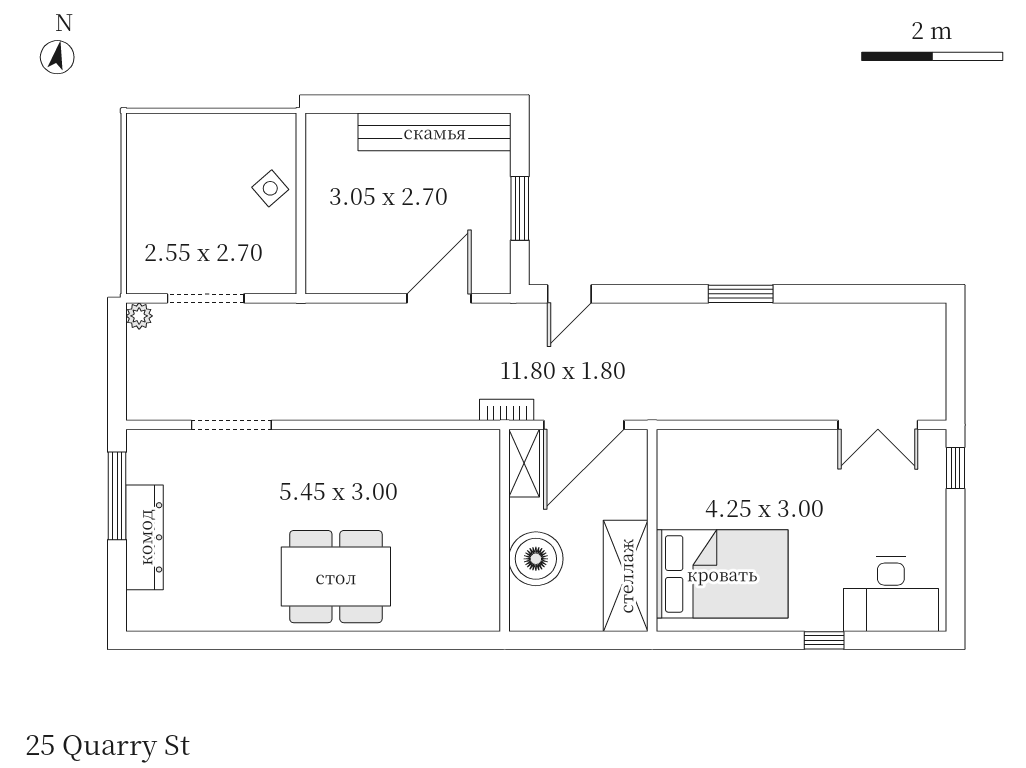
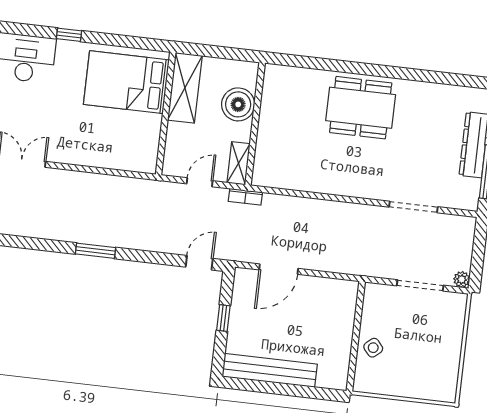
window: (520, 208) -> (223, 318), width x0.67
door: (584, 425) -> (200, 182), width x0.53

